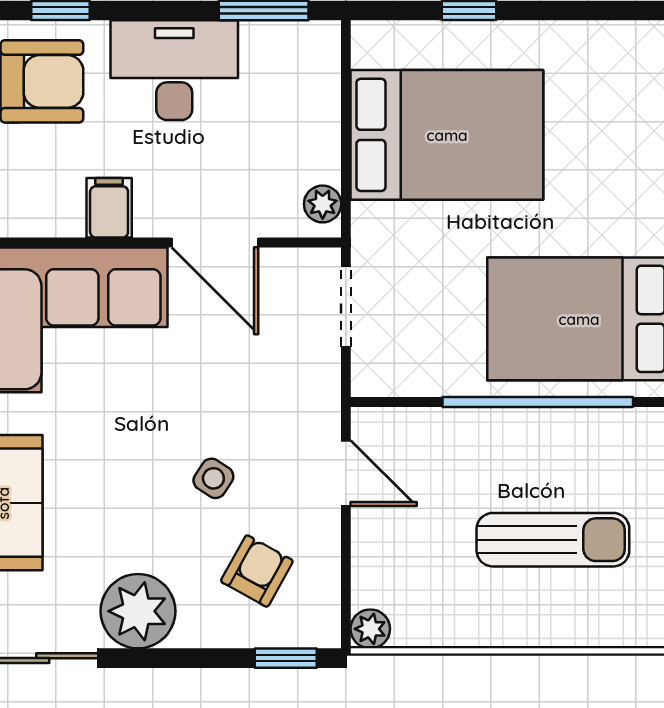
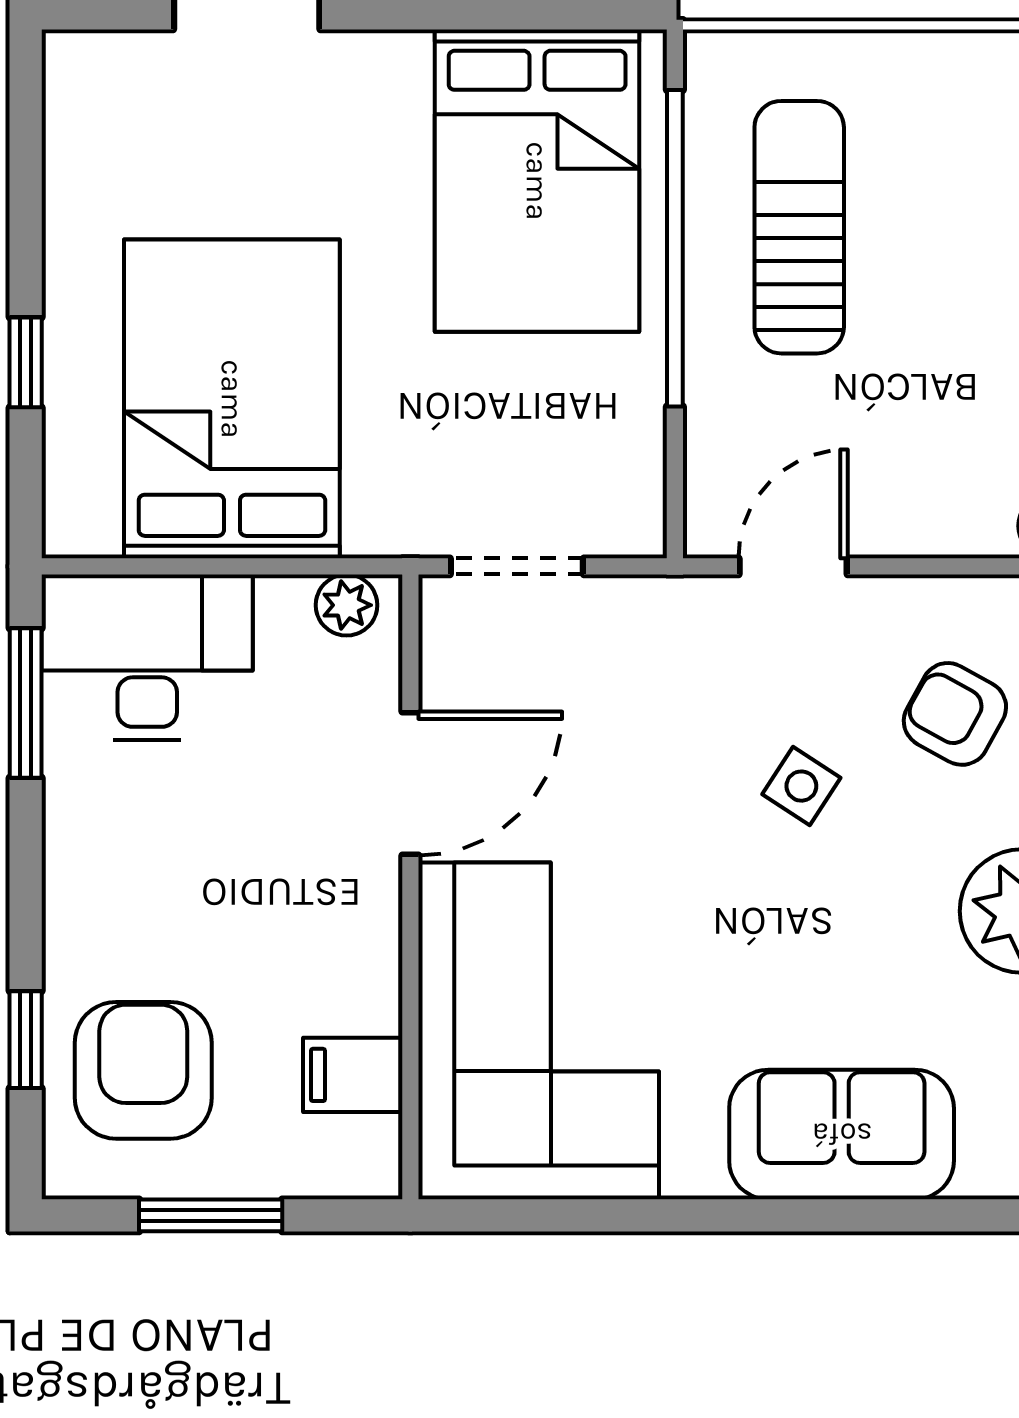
desk: (174, 70) -> (147, 657), moved, turned 90
filing cabinet: (109, 208) -> (353, 1075), moved
sun lounger: (553, 540) -> (799, 227), moved

